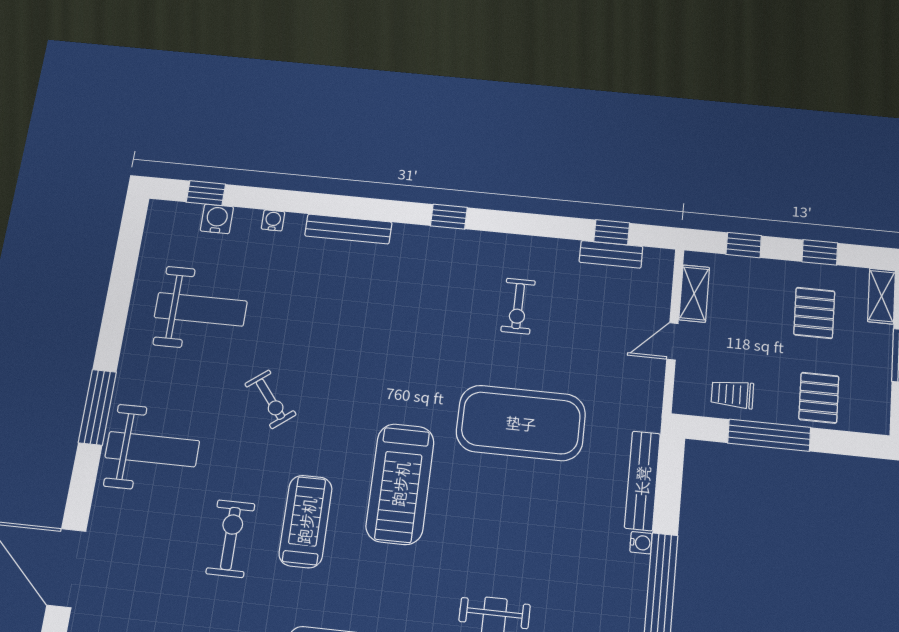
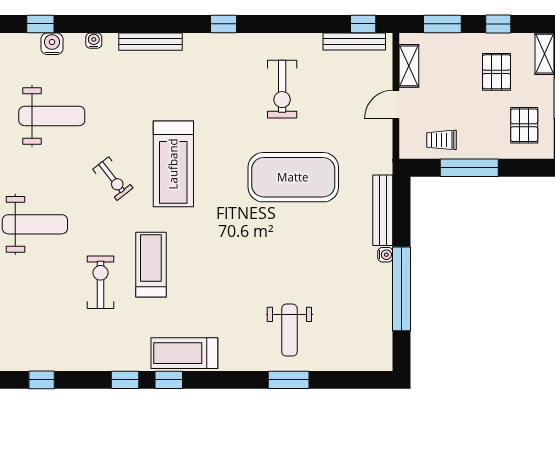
window: (612, 232) -> (363, 24), moved
window: (744, 245) -> (442, 24), width x1.50
bench: (611, 254) -> (354, 42), width x1.36
exercise bike: (518, 306) -> (282, 89), width x1.38, depth x1.39
pallet: (819, 398) -> (524, 125), moved
treadmill: (400, 484) -> (173, 164), moved

